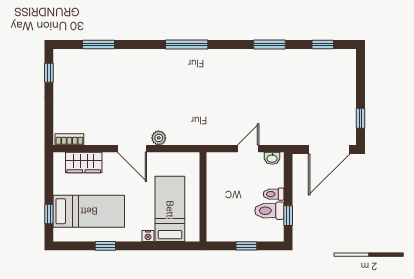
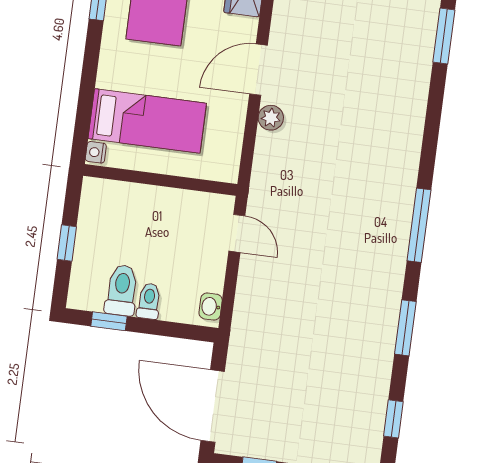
window: (187, 44) -> (419, 225), moved
door: (248, 149) -> (237, 233), moved
nightstand: (148, 236) -> (96, 152), moved

